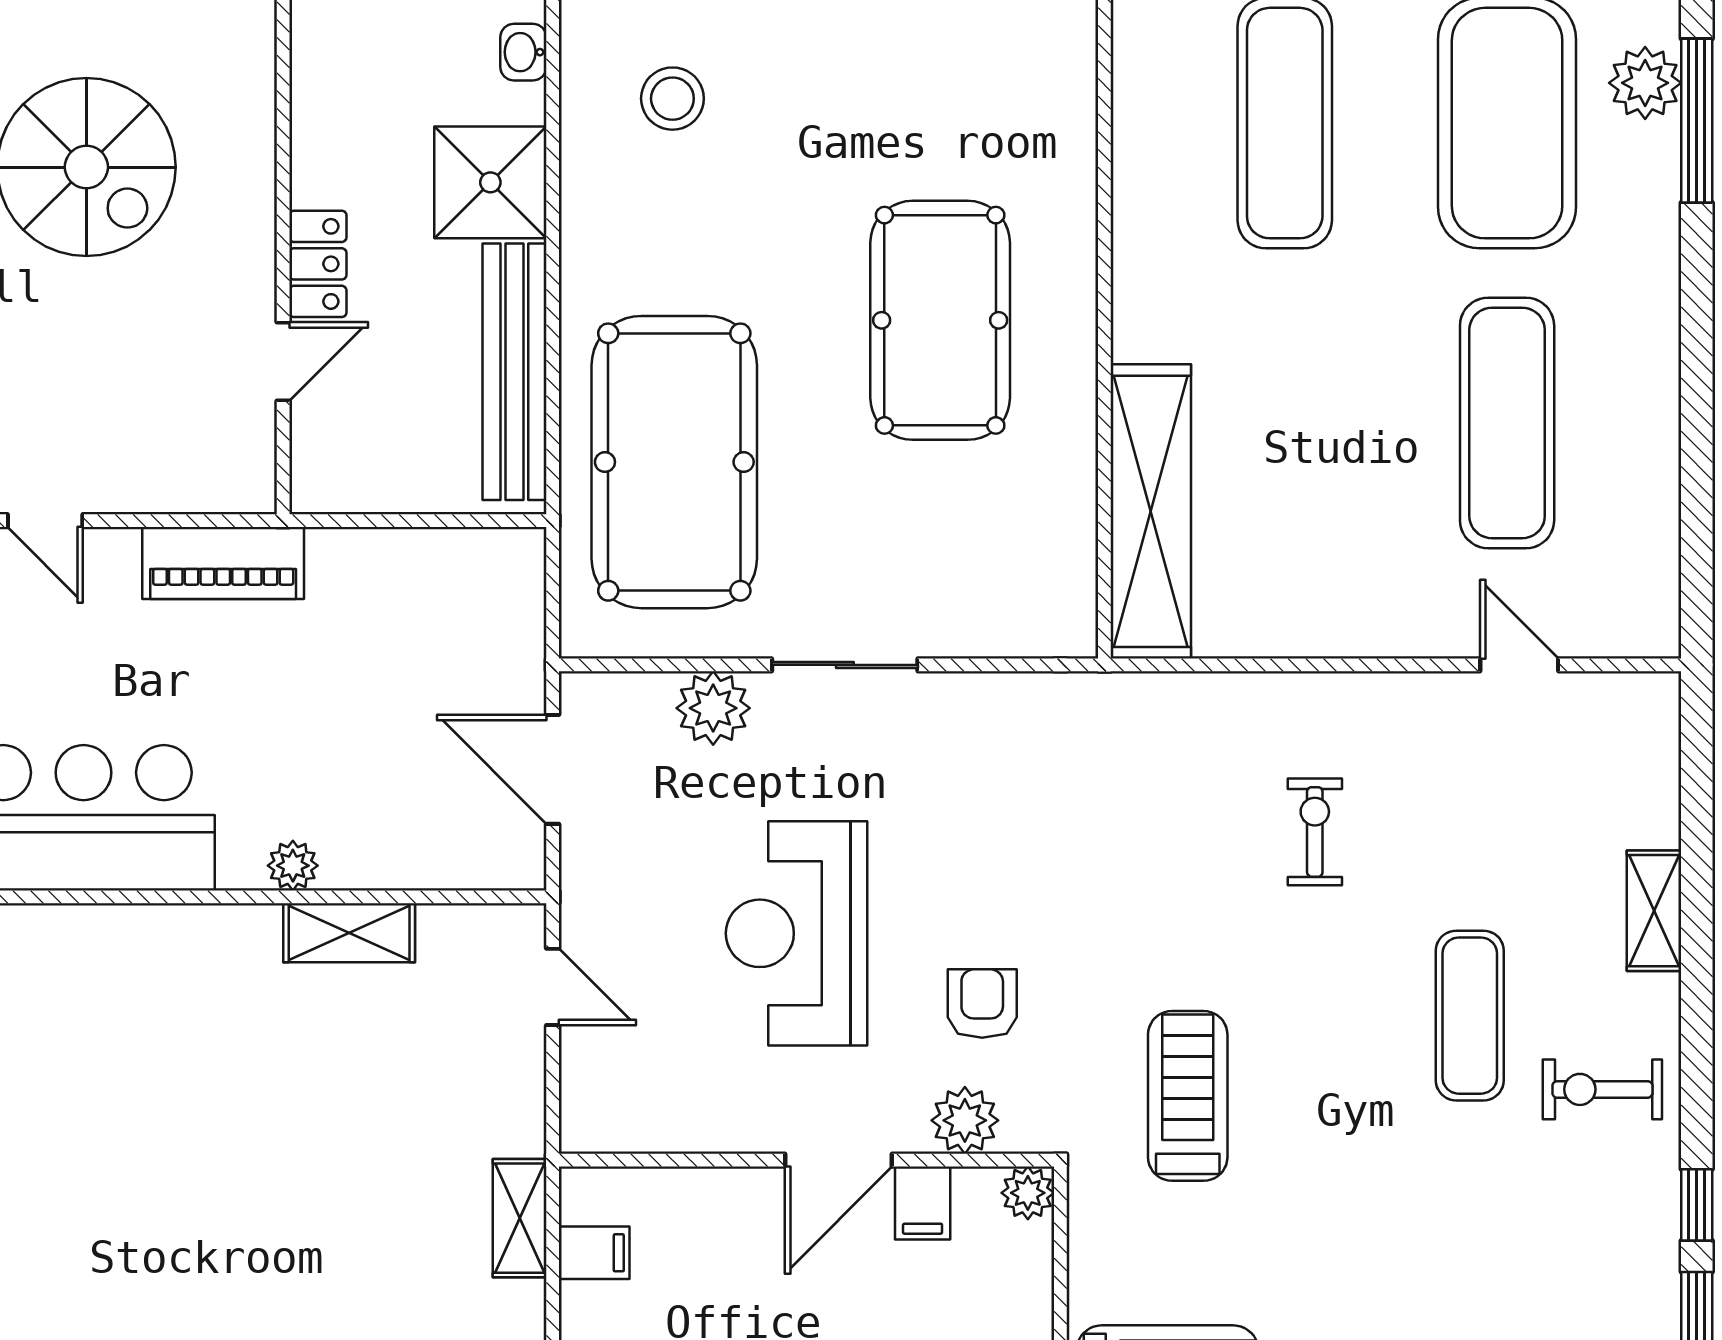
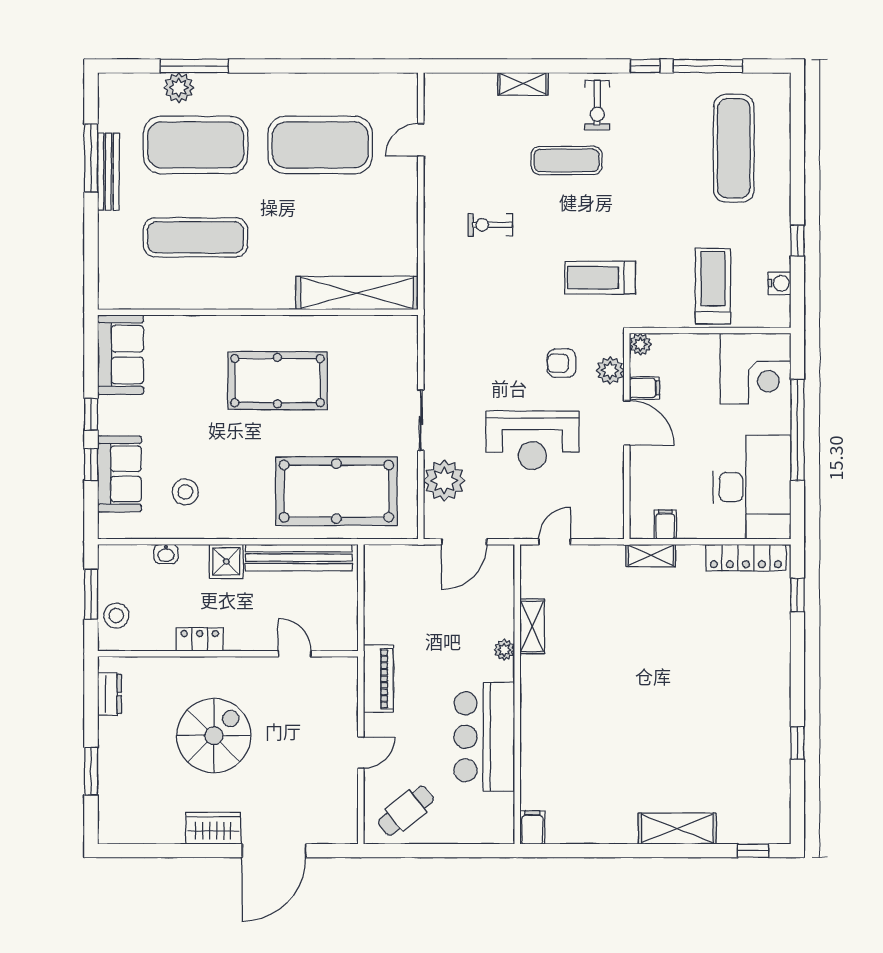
shower: (490, 182) -> (226, 561), width x0.73, depth x0.73
locker: (318, 264) -> (200, 639), moved
exercise mat: (1507, 423) -> (320, 145), width x1.47
plant: (713, 708) -> (444, 481), width x1.36, depth x1.36

